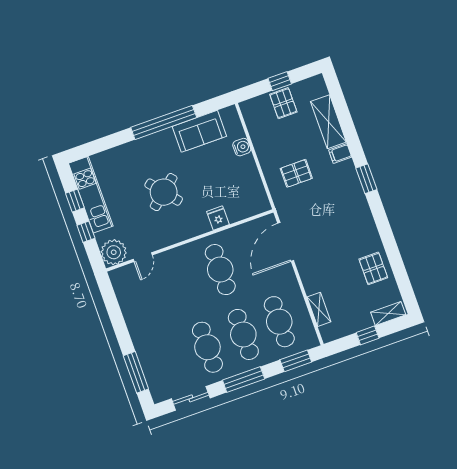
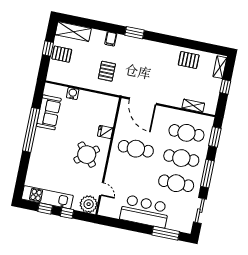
shelving: (328, 122) -> (73, 32), moved
round table: (164, 192) -> (87, 155), moved
bar counter: (148, 329) -> (145, 211), added

